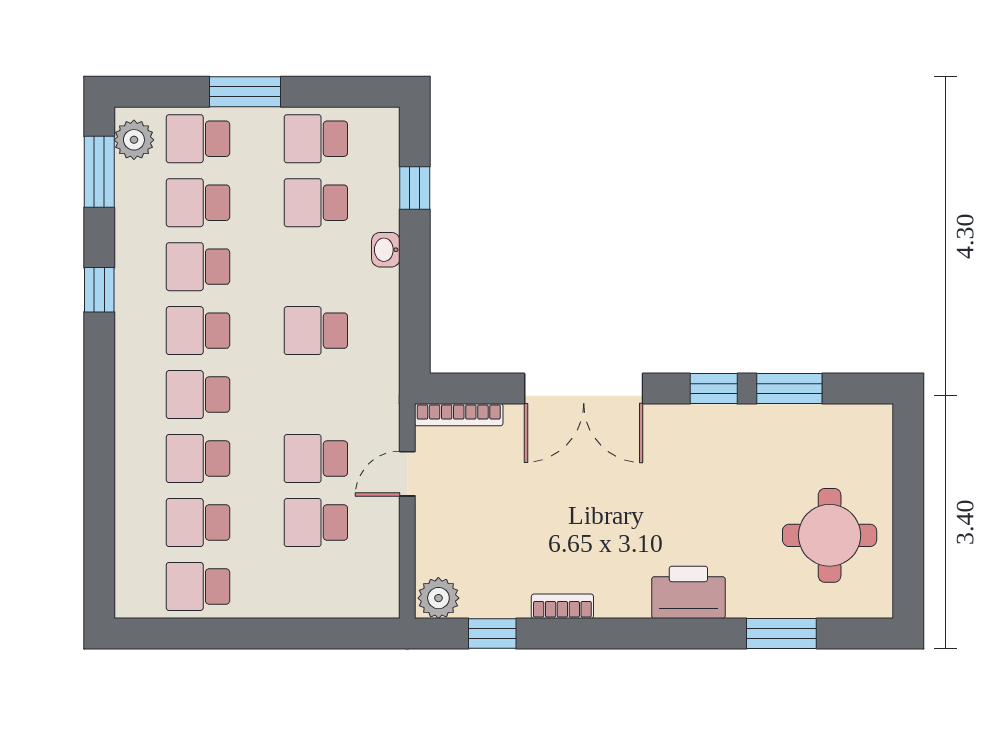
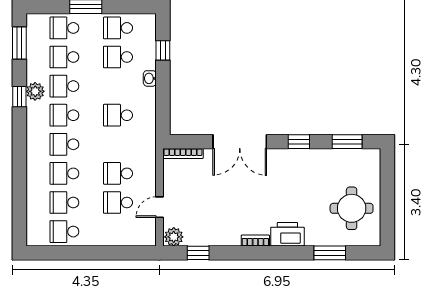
plant: (134, 140) -> (35, 91), moved
window: (789, 389) -> (347, 142), moved
door: (407, 474) -> (160, 207), moved
bookcase: (562, 606) -> (255, 241), moved

